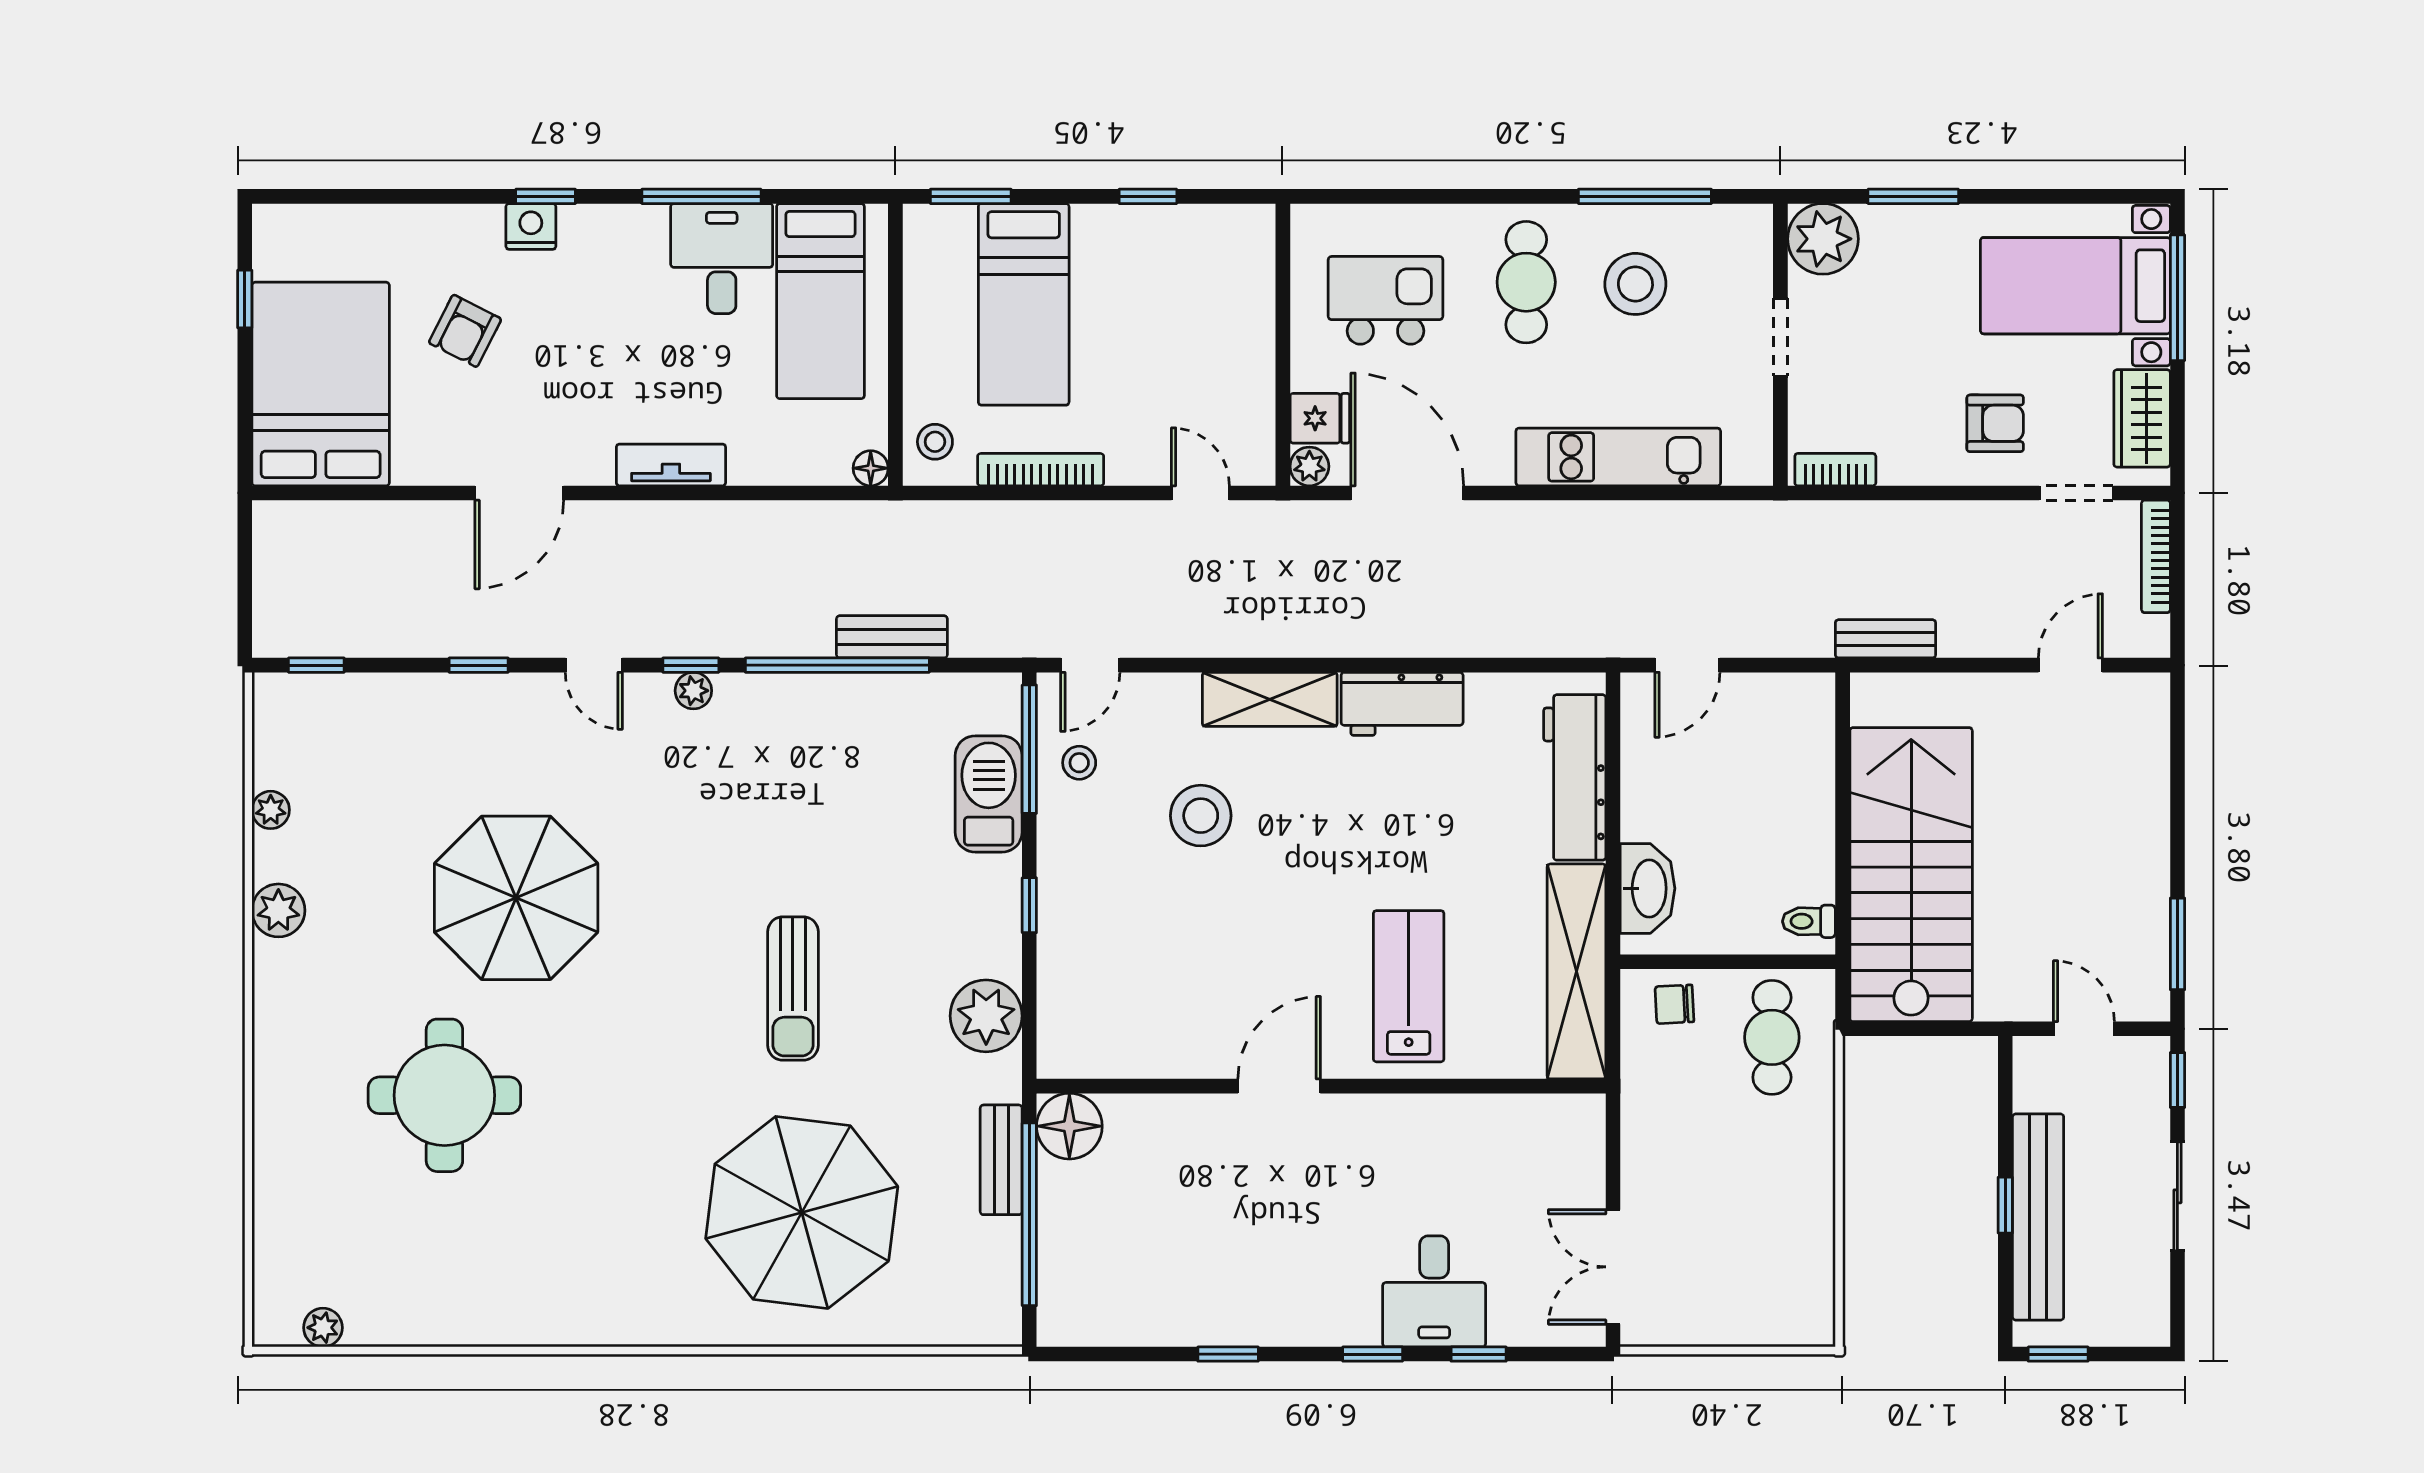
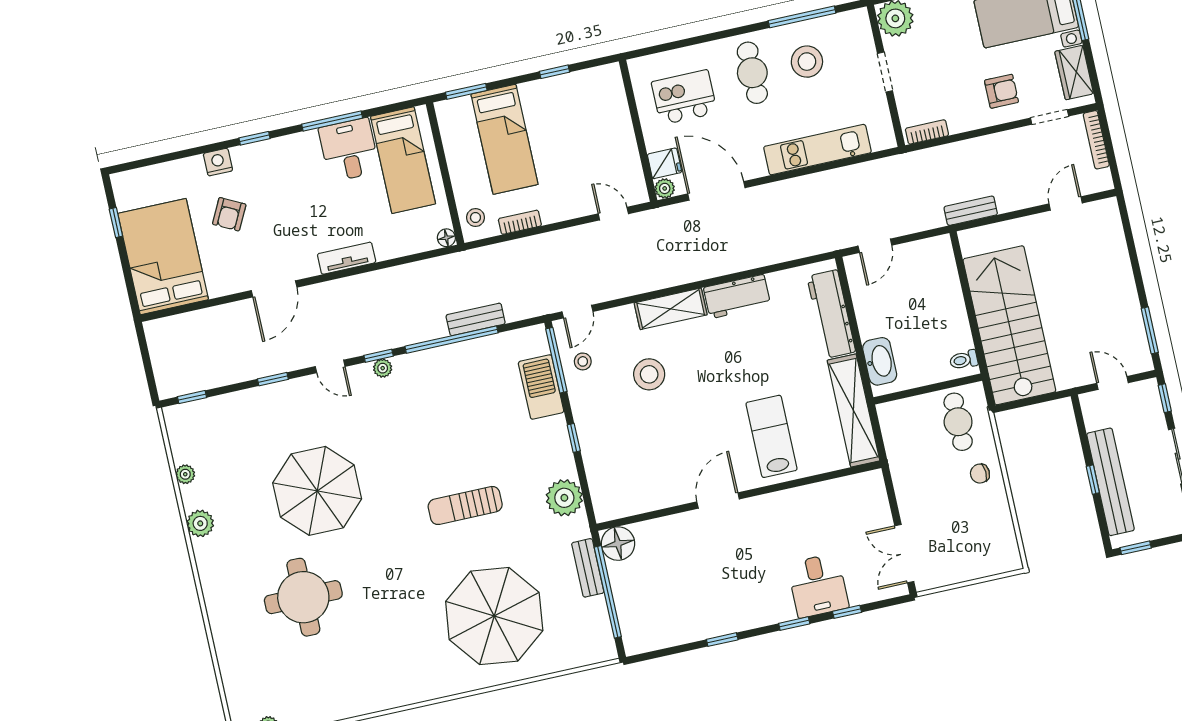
nightstand: (531, 226) -> (218, 162), moved
bookcase: (1041, 470) -> (520, 222), width x0.64
sun lounger: (793, 989) -> (465, 505), turned 90
chair: (1675, 1004) -> (980, 474), moved

